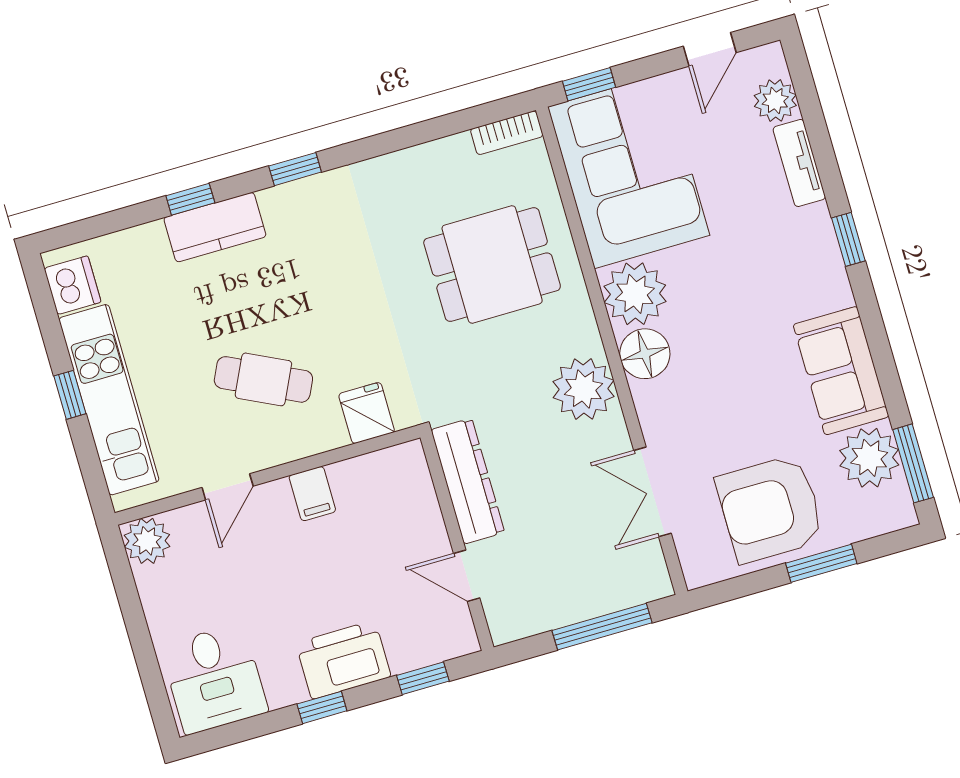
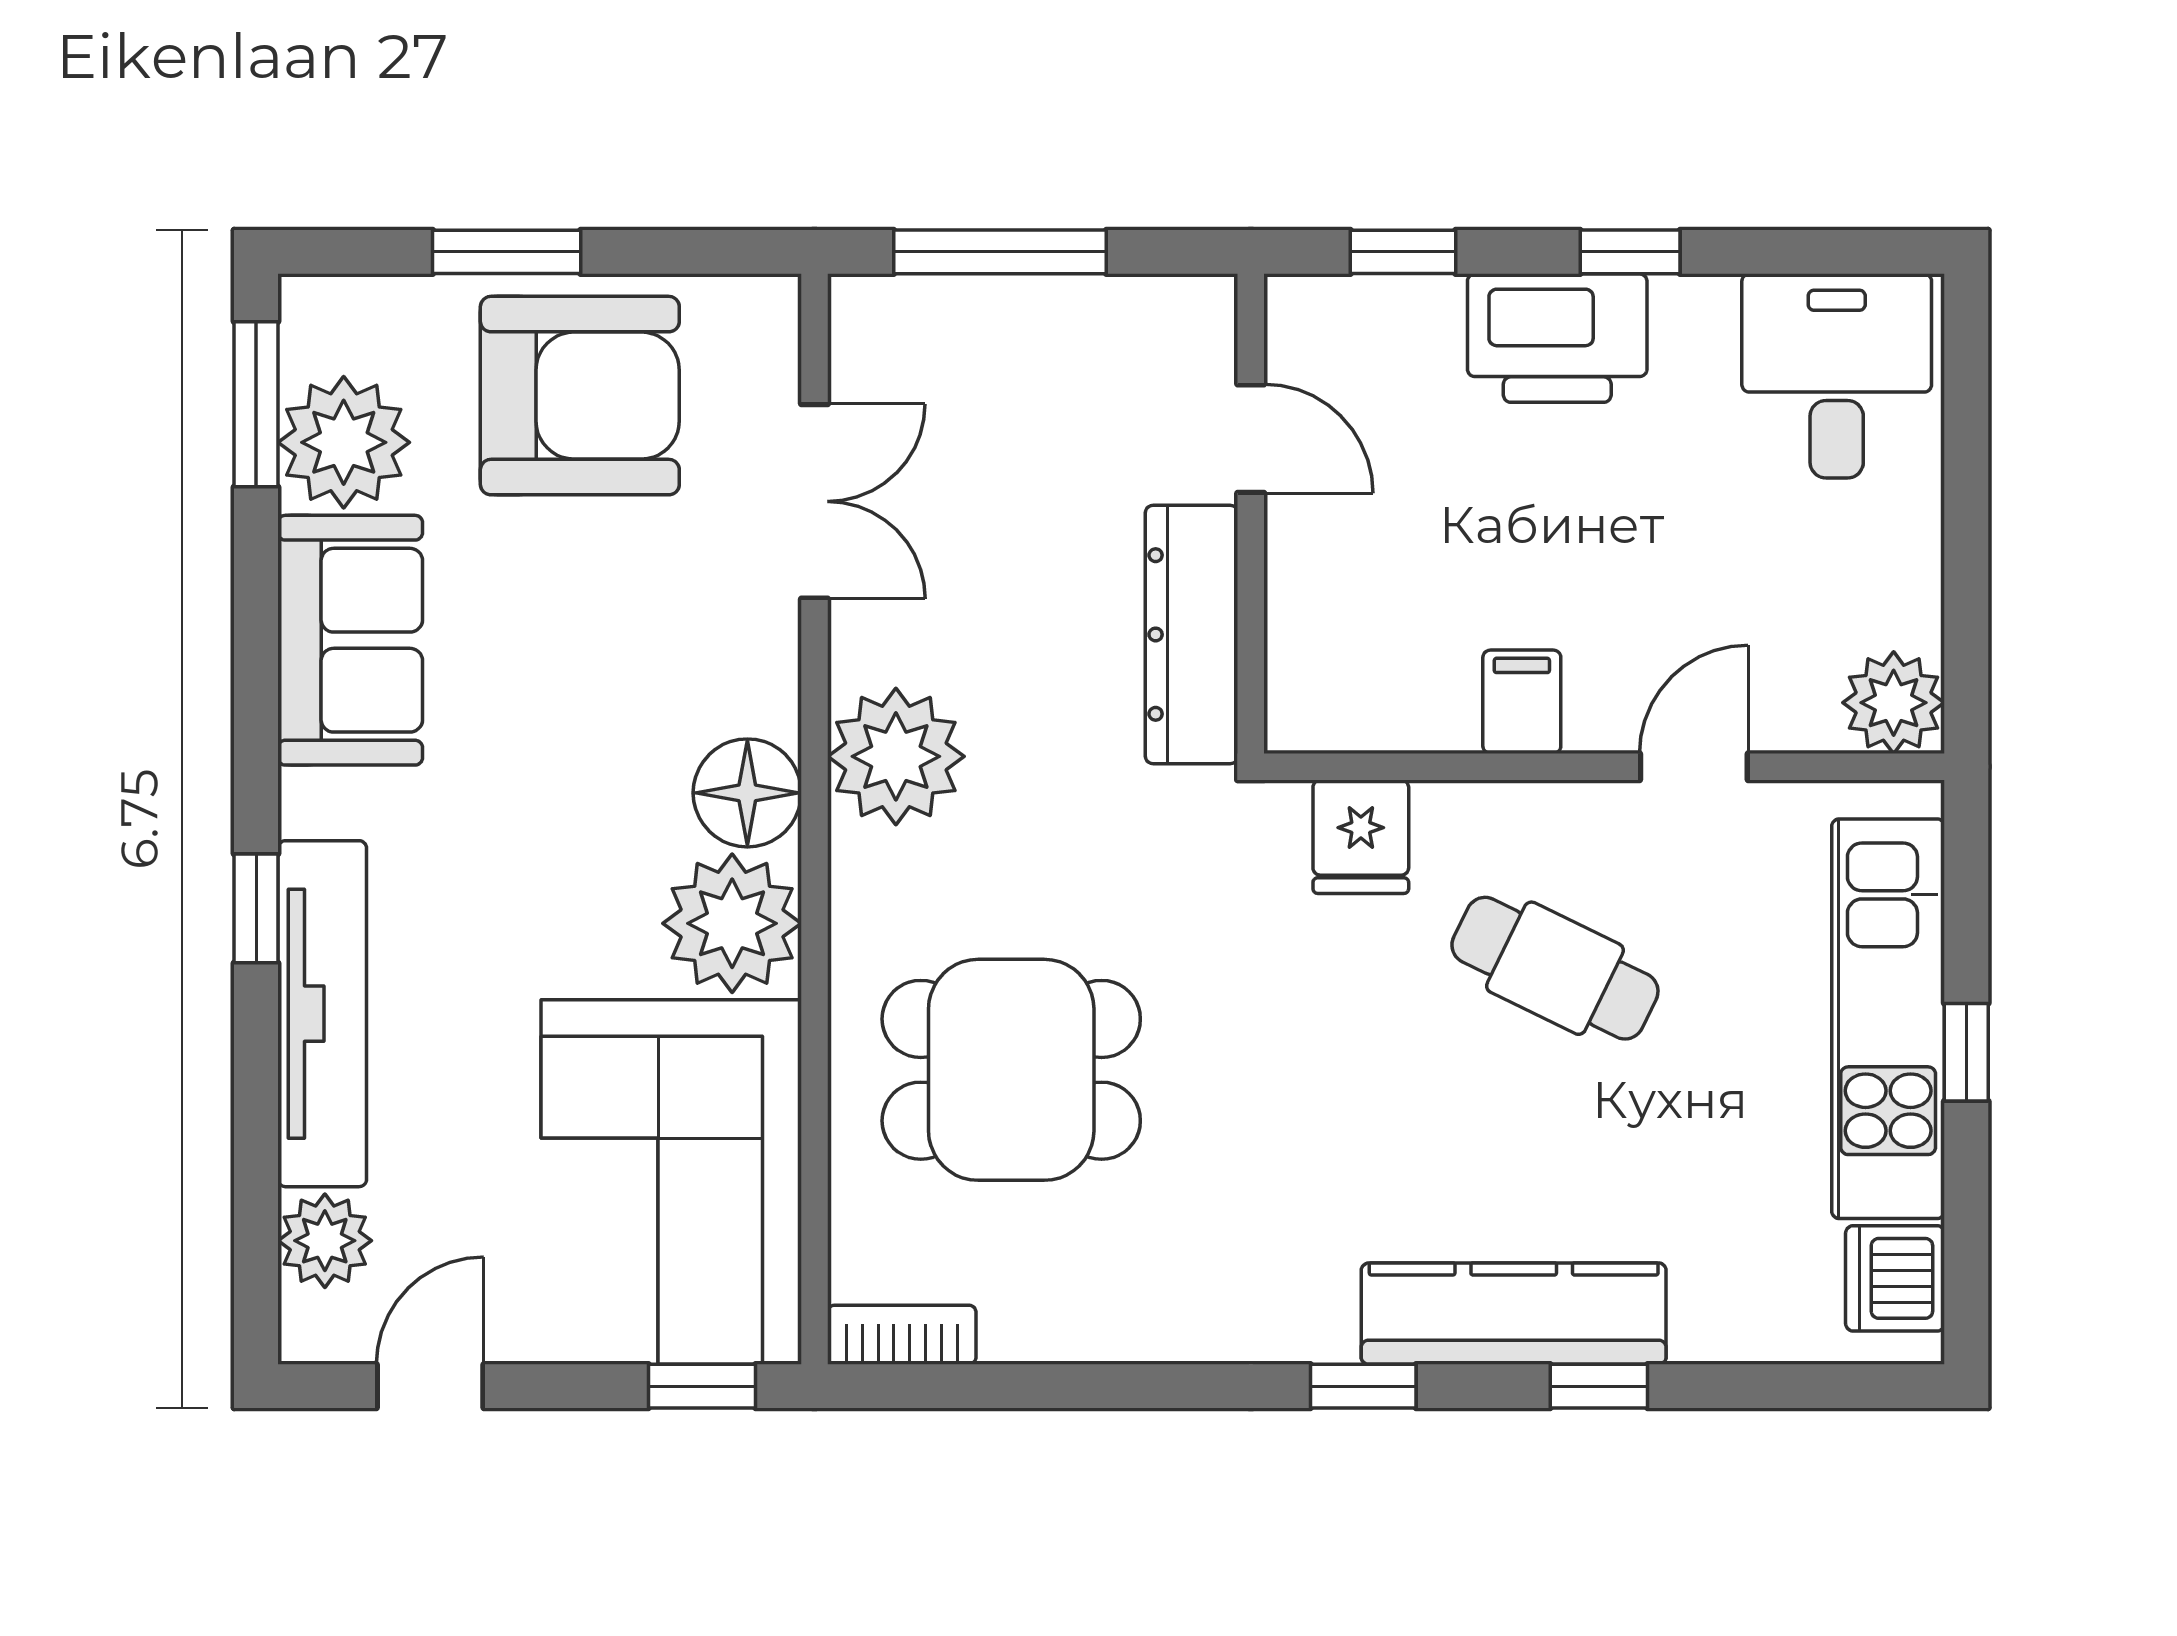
tv unit: (799, 163) -> (322, 1014), width x1.92, depth x1.29
kitchen counter: (215, 227) -> (1514, 1314), width x1.50

